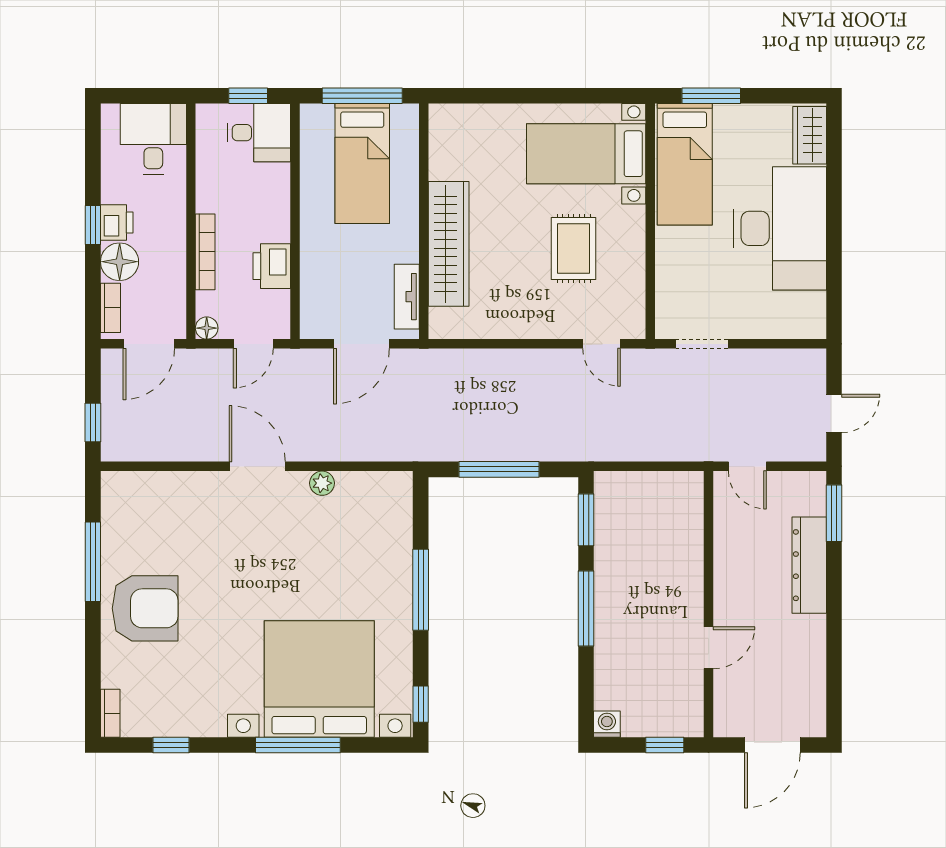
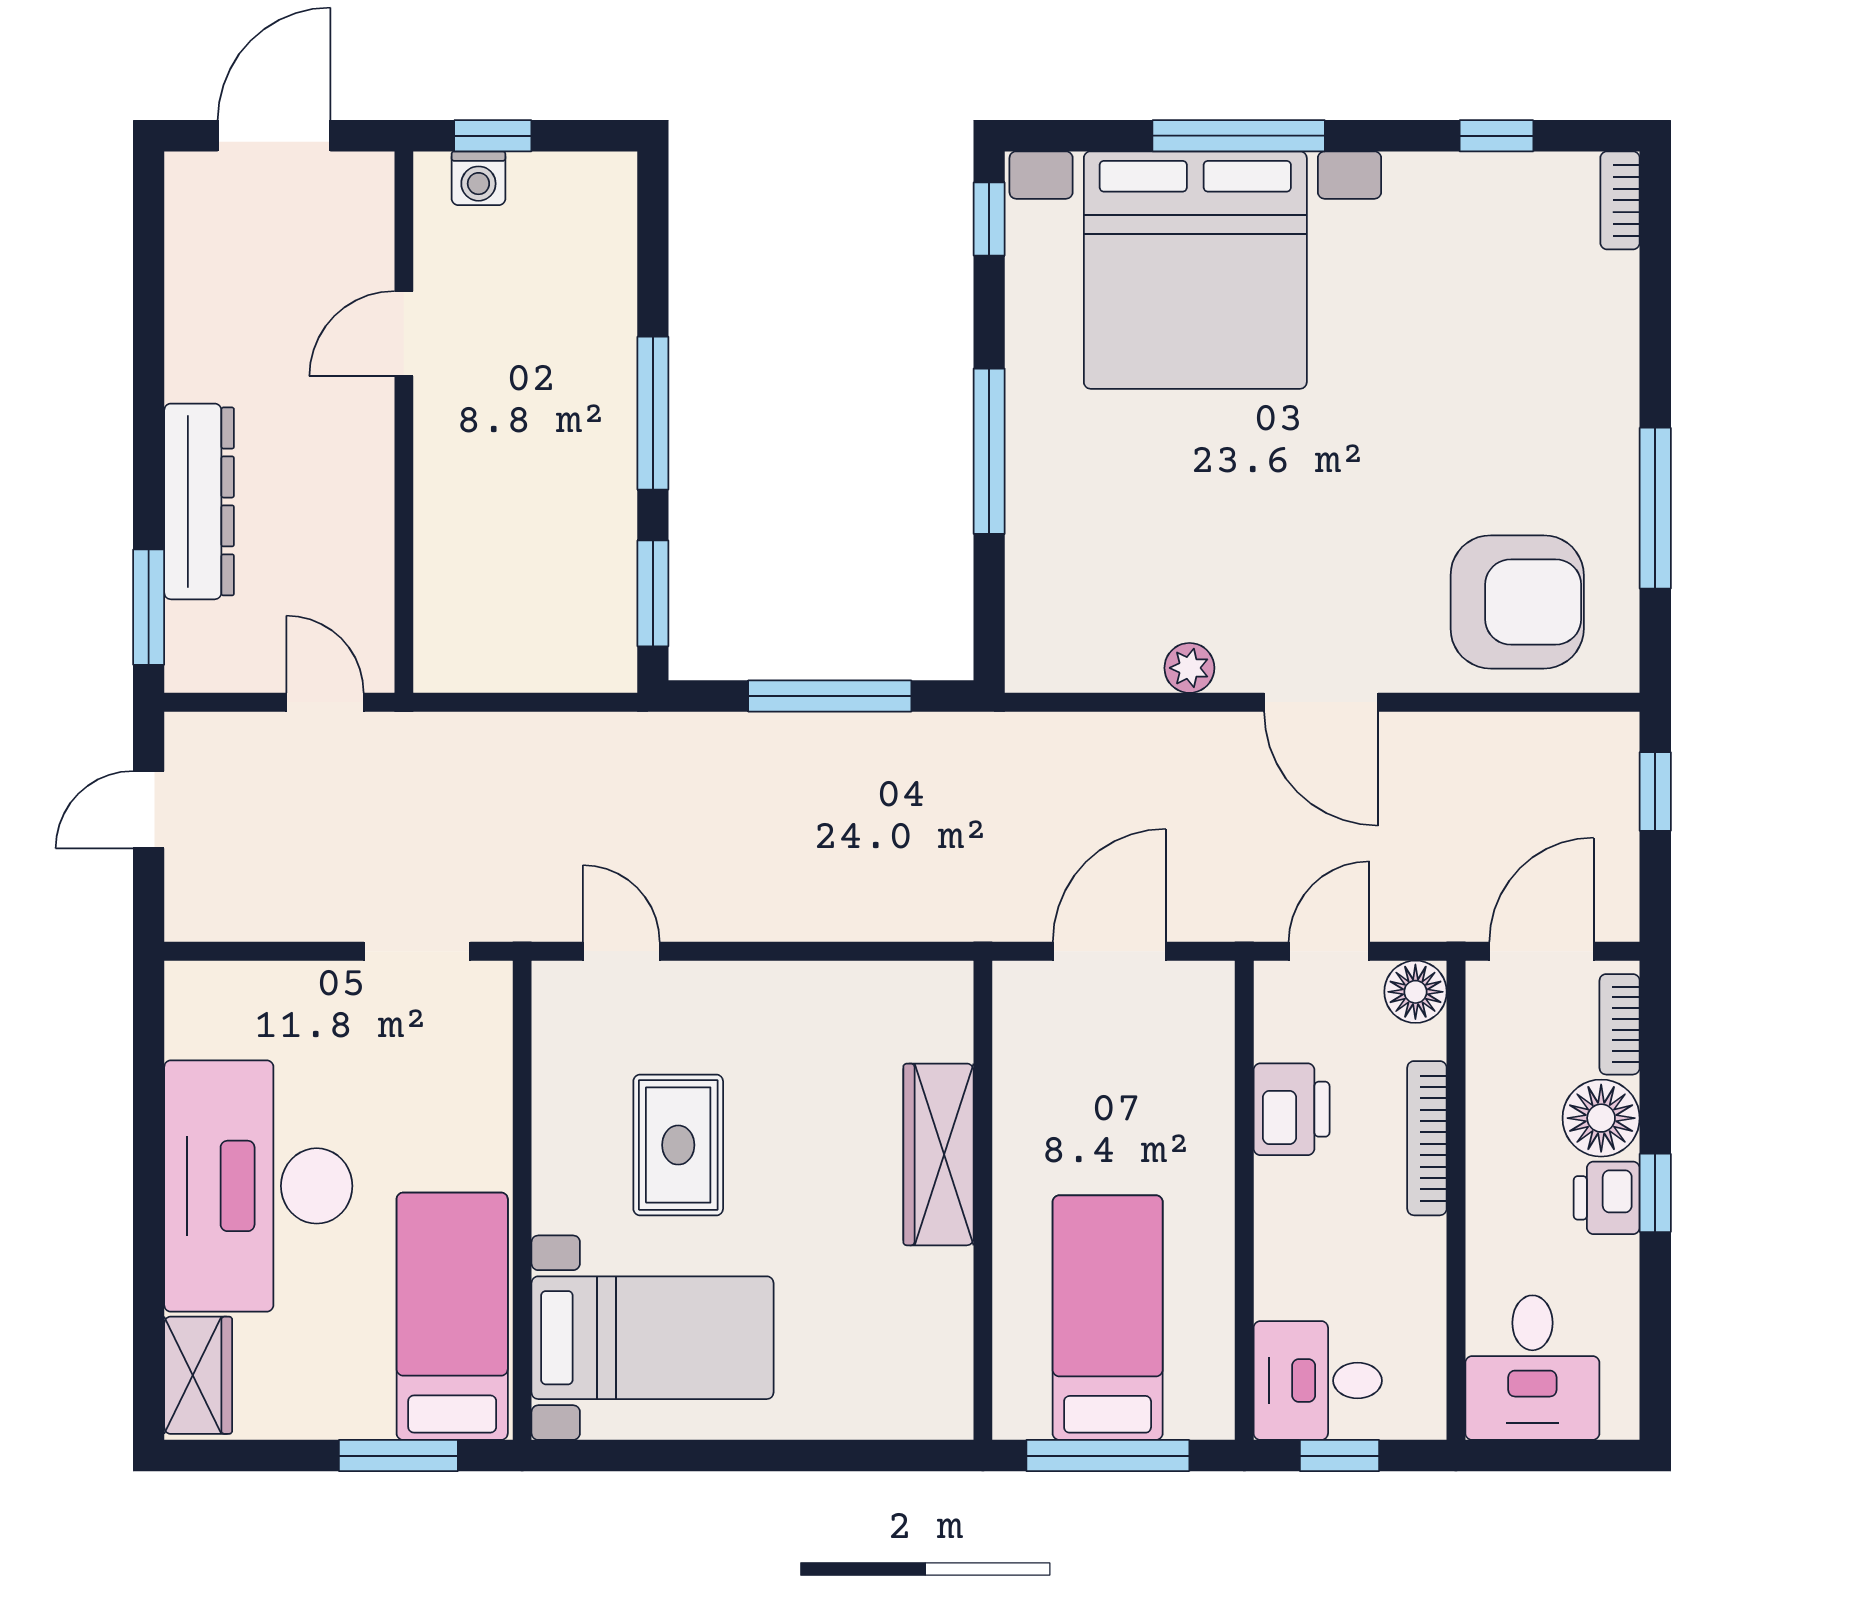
wardrobe: (449, 244) -> (938, 1154), width x0.71, depth x0.85
tv unit: (407, 297) -> (1017, 1047), removed
floor lamp: (207, 328) -> (1415, 992), width x1.37, depth x1.37
armchair: (145, 608) -> (1517, 602), moved, turned 180
washing machine: (607, 724) -> (478, 178), moved

